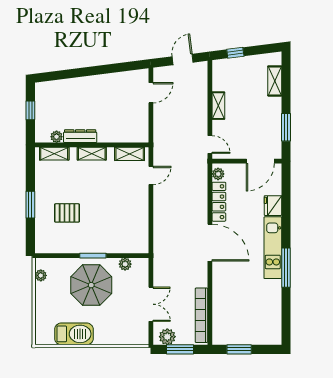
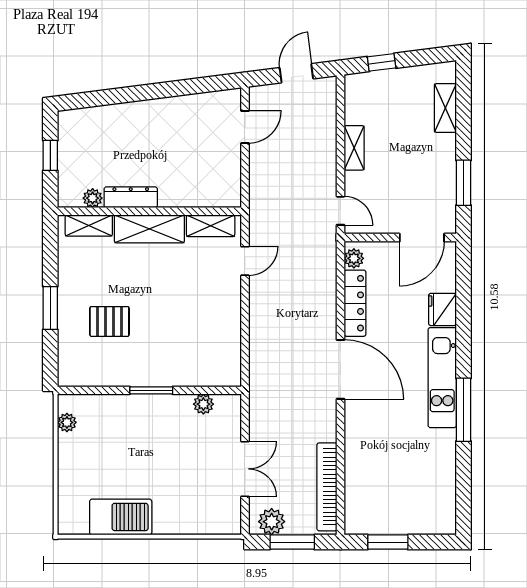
shelving: (92, 154) -> (149, 229), width x1.50, depth x1.33
parasol: (91, 285) -> (149, 438), removed

